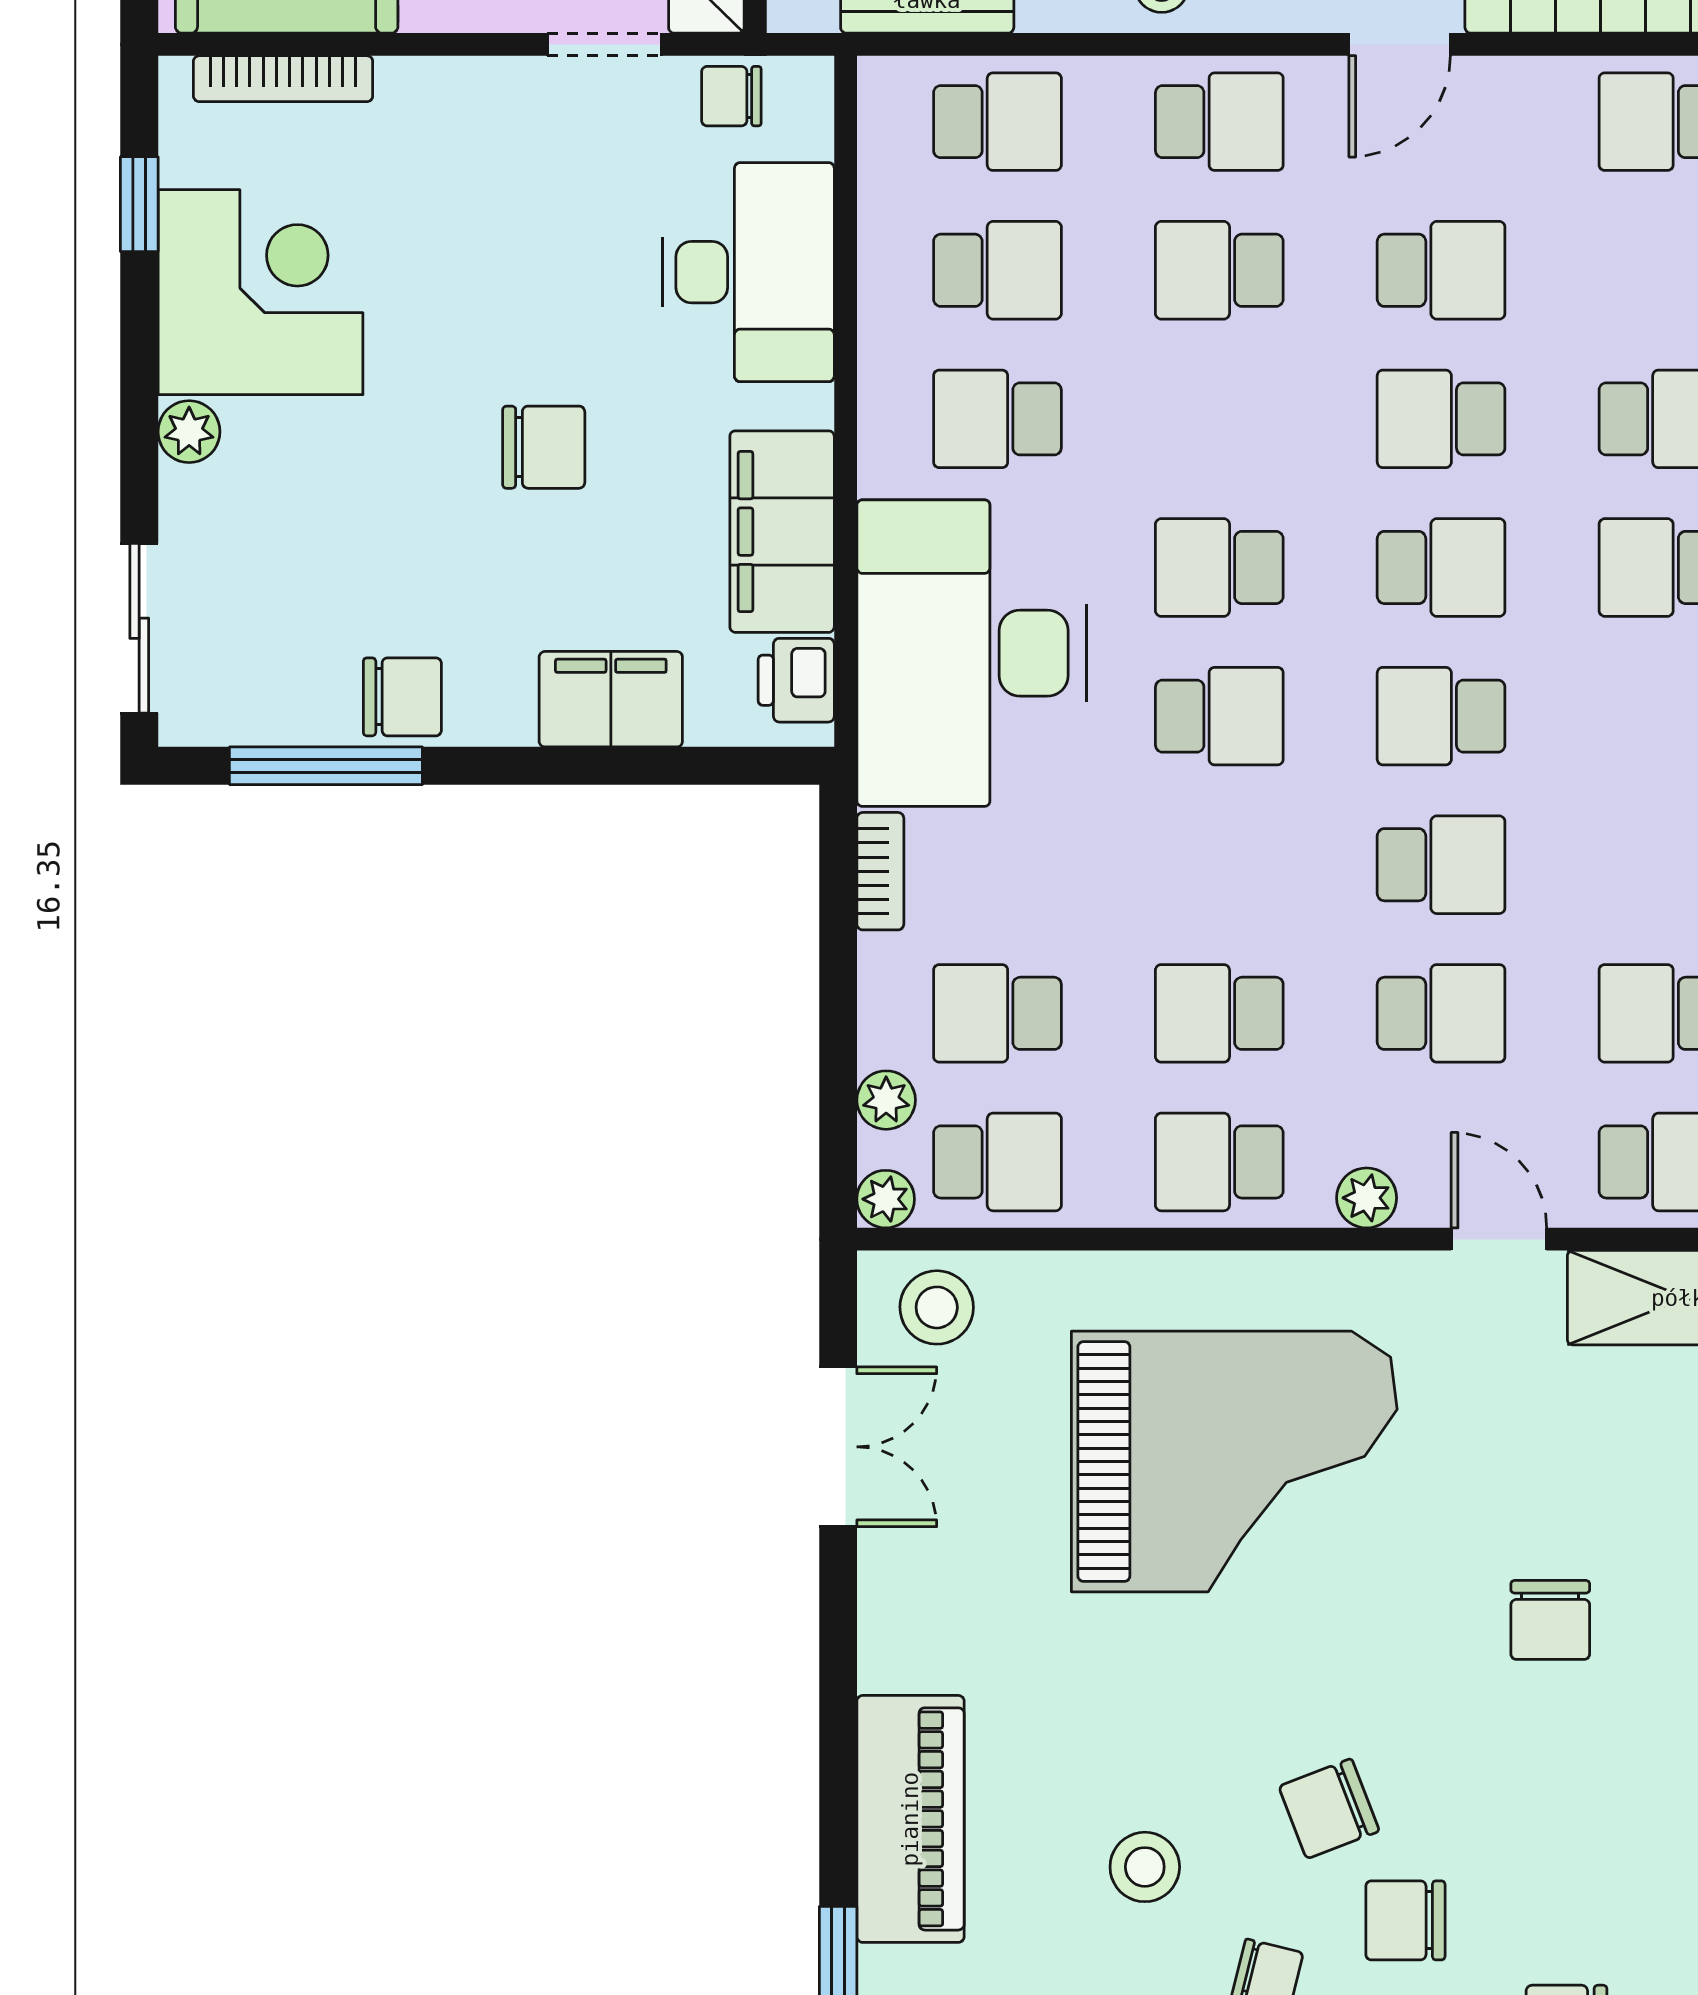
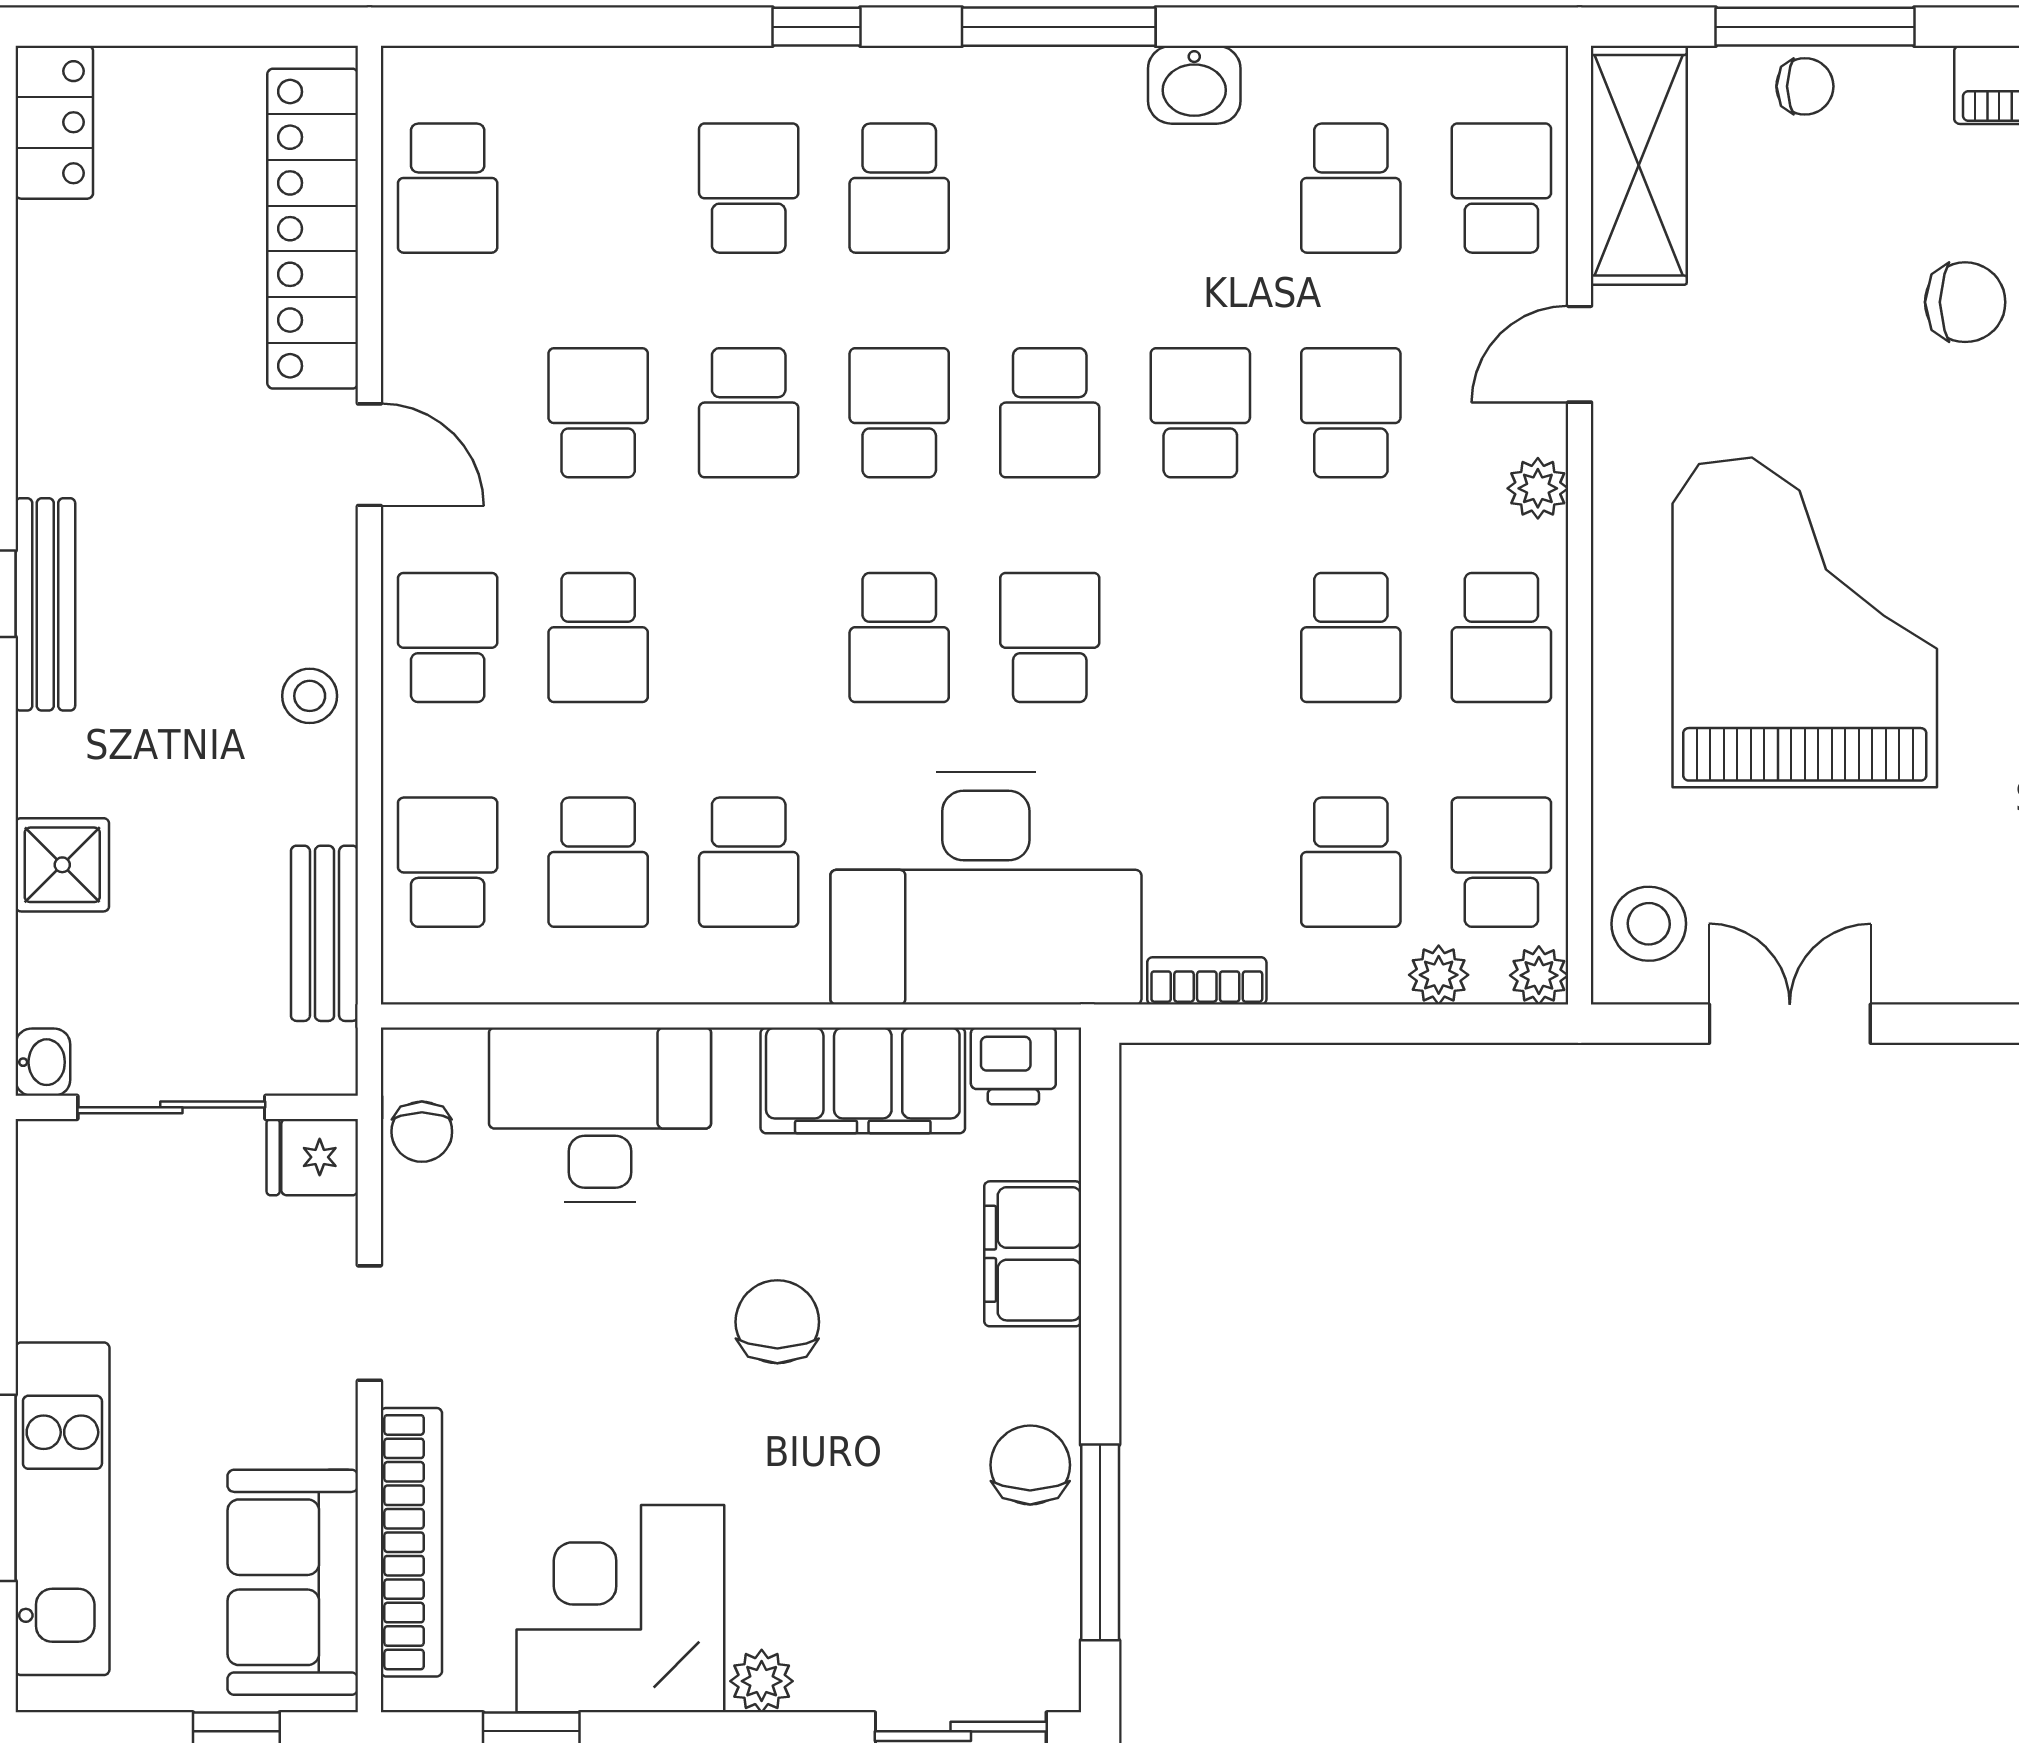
doorway: (604, 44) -> (369, 1323), moved
bookcase: (283, 79) -> (411, 1542), width x1.48, depth x1.31
school desk: (997, 270) -> (598, 862), turned 180

